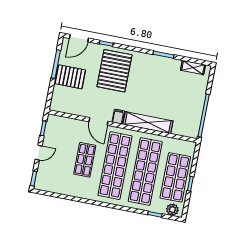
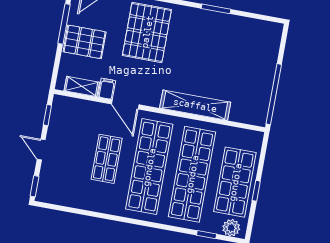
shelving: (193, 68) -> (82, 86), moved
filing cabinet: (118, 117) -> (107, 89), moved
door: (39, 153) -> (41, 150), swing flipped

